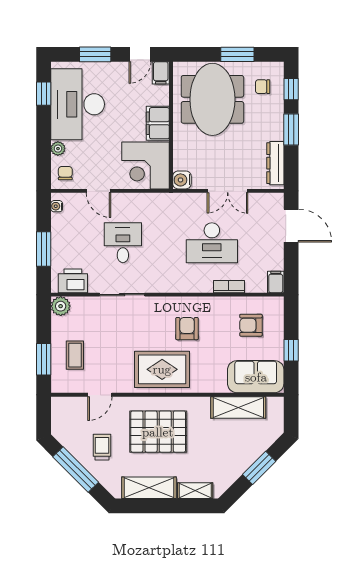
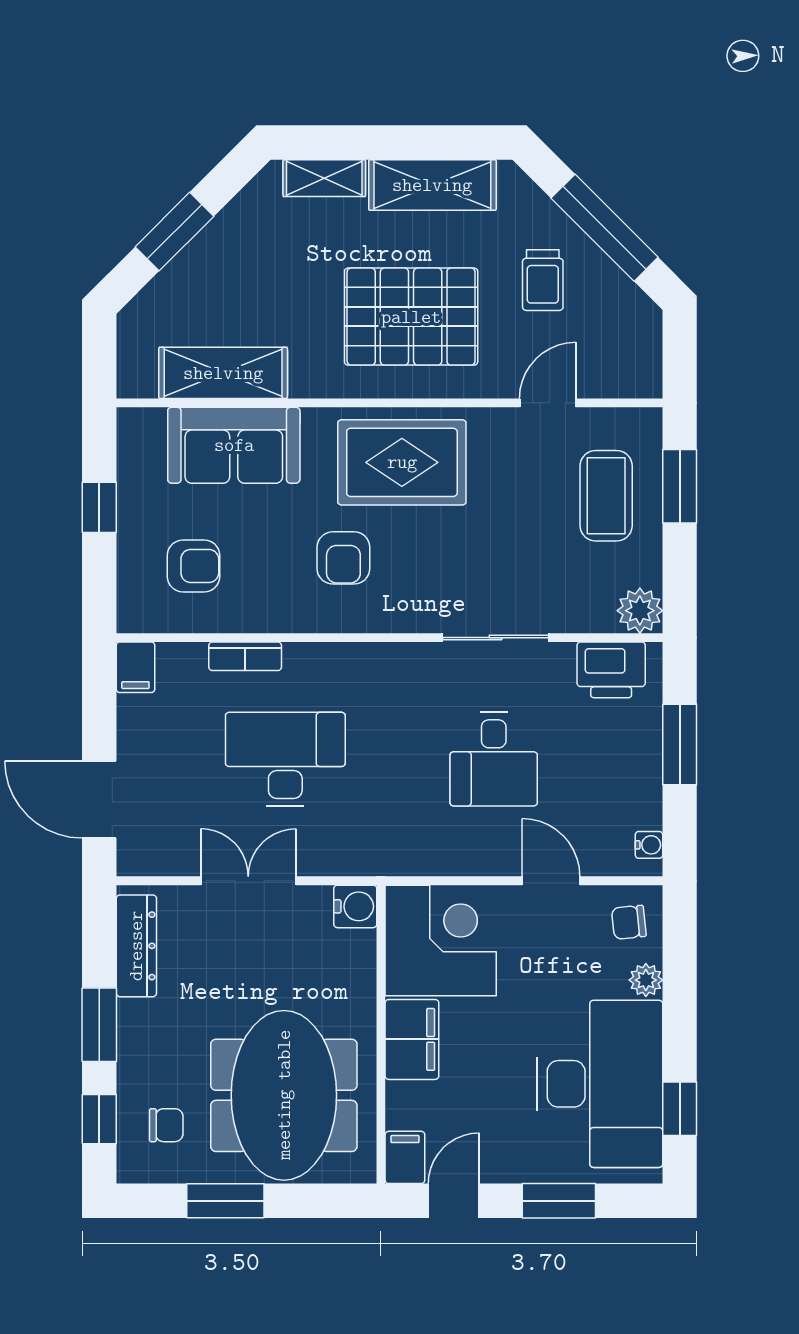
chair: (65, 173) -> (629, 922), turned 84
coffee table: (75, 355) -> (606, 496), width x1.36, depth x1.30
sofa: (256, 377) -> (234, 445), moved

